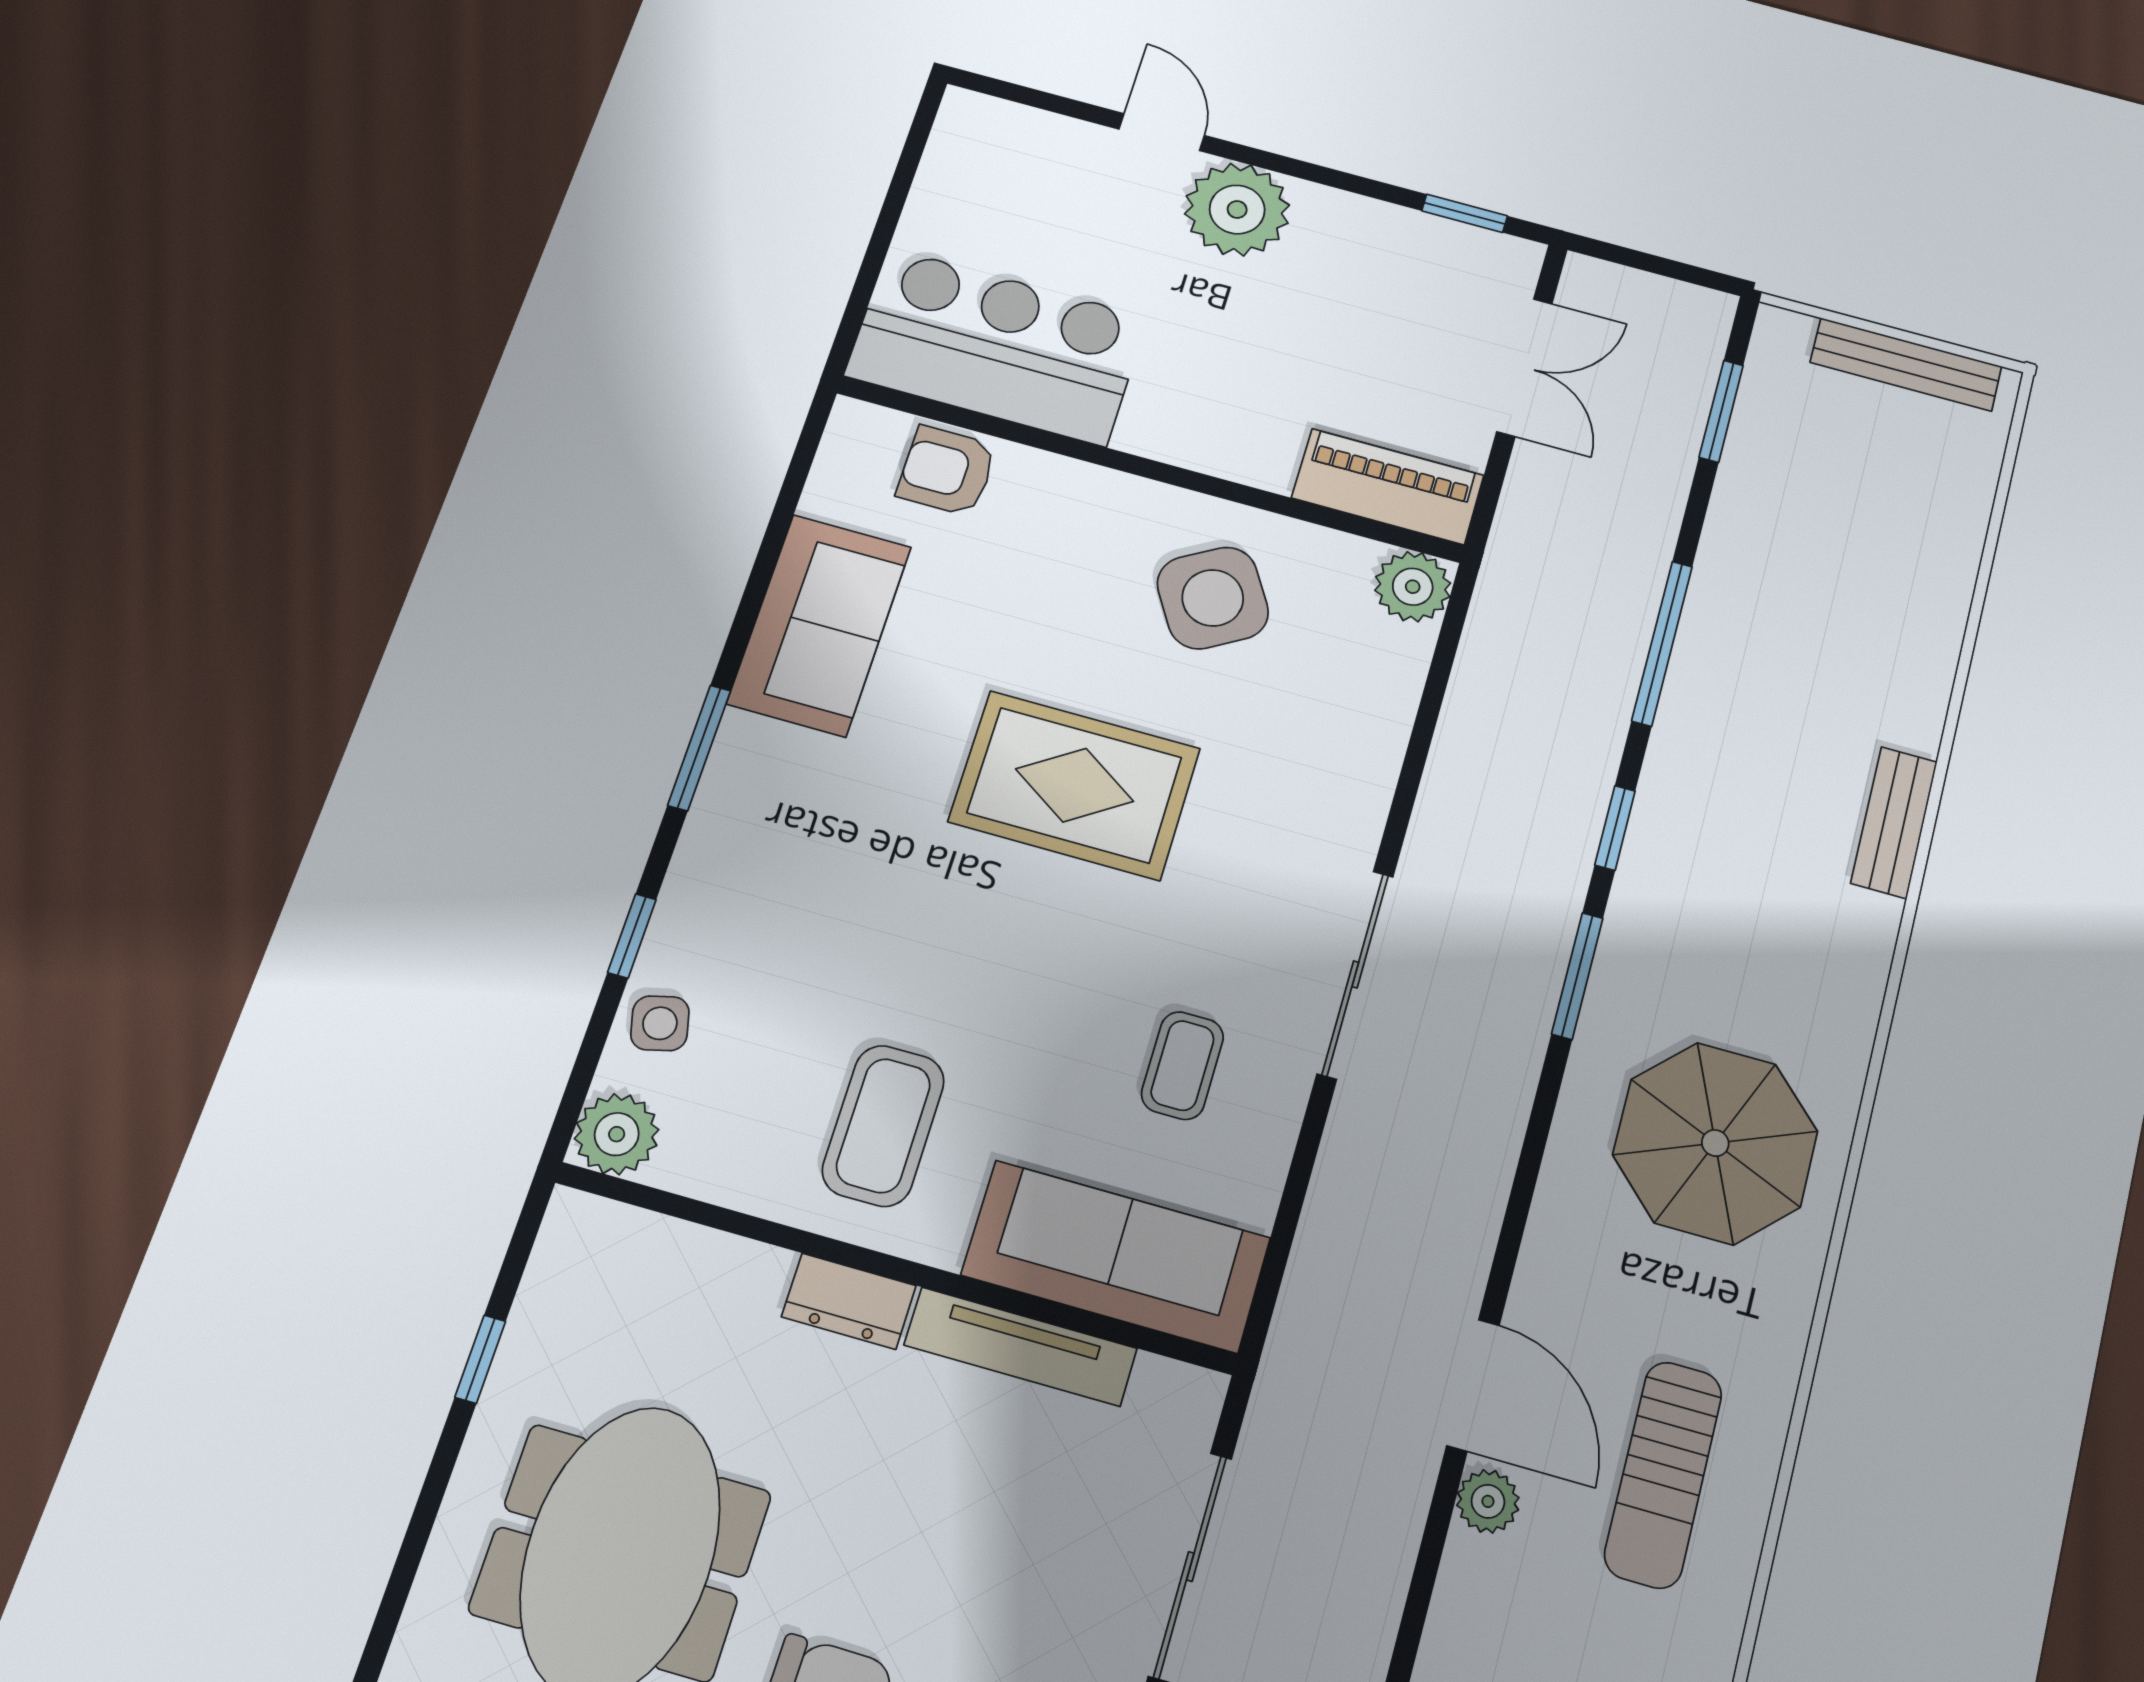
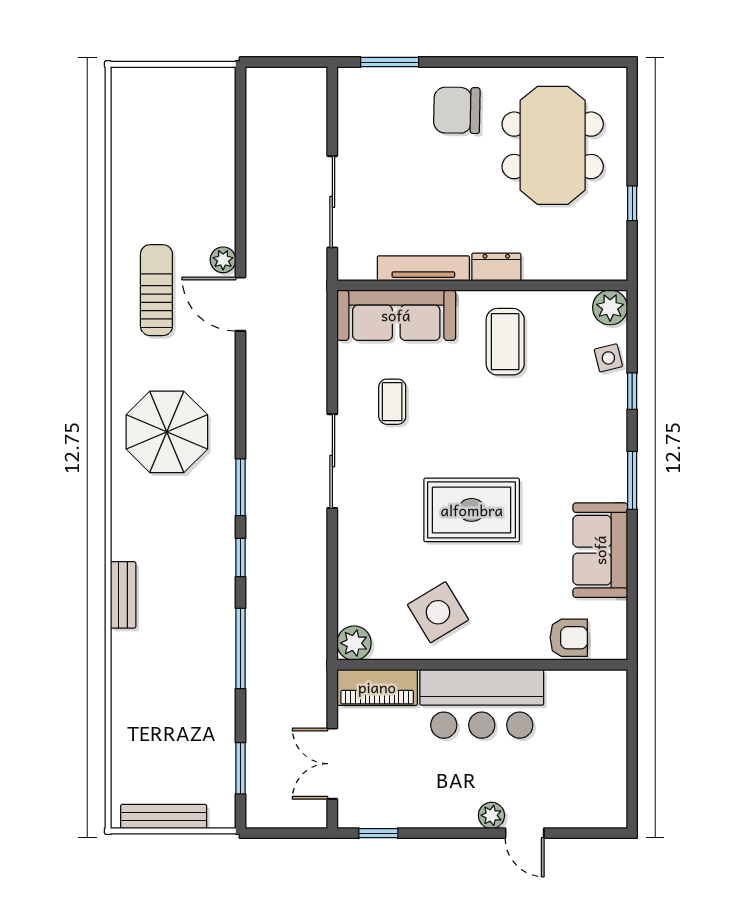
plant: (1237, 209) -> (491, 815), width x0.53, depth x0.53
bar counter: (997, 346) -> (482, 704), moved

